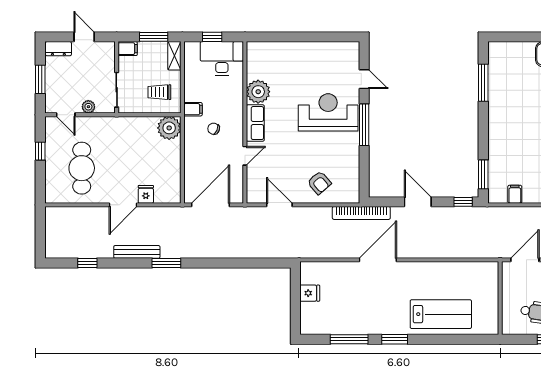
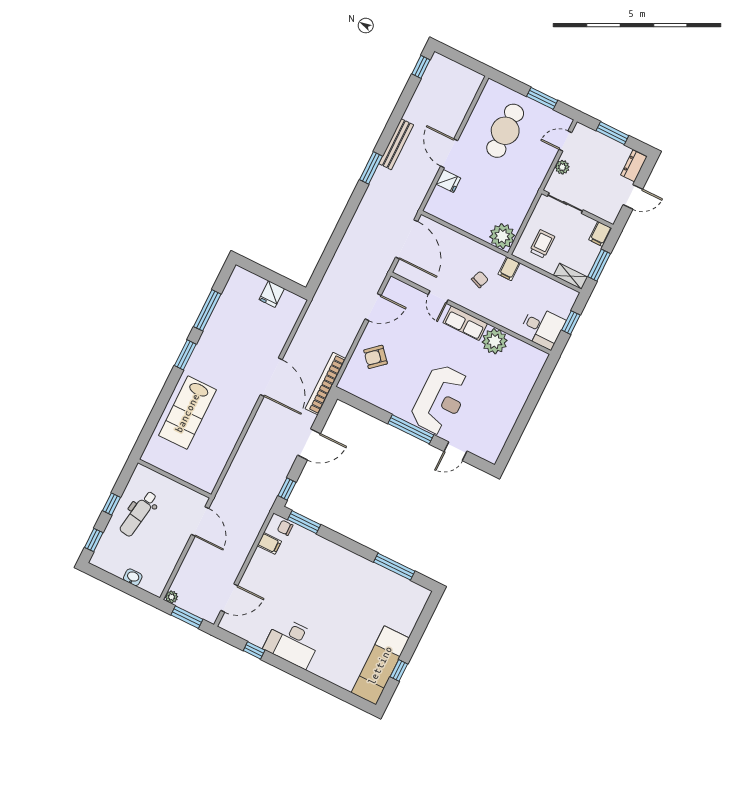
desk: (222, 58) -> (542, 327), width x0.73
window: (40, 151) -> (542, 98), width x1.50
cafe table: (82, 168) -> (505, 131), turned 90
chair: (496, 188) -> (285, 528), added
window: (87, 263) -> (421, 67), moved

